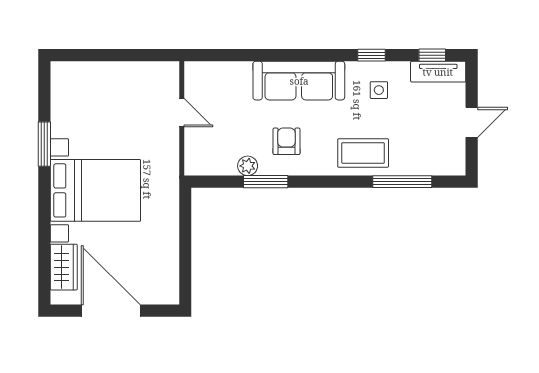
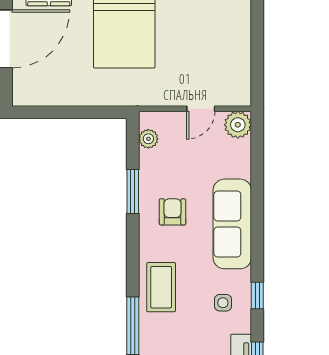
plant: (198, 75) -> (238, 125), added
armchair: (286, 141) -> (173, 212), turned -90
plant: (248, 166) -> (148, 139), moved

